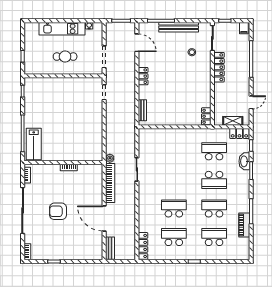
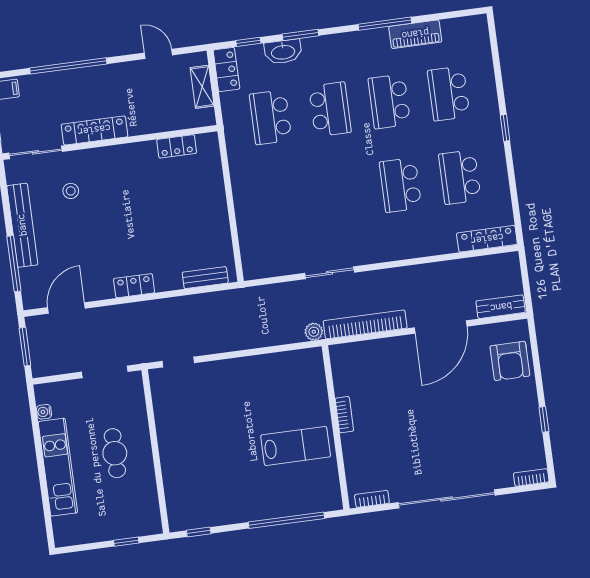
locker: (206, 116) -> (177, 146), moved
lab bench: (34, 144) -> (296, 446), moved
armchair: (58, 211) -> (510, 361), moved

